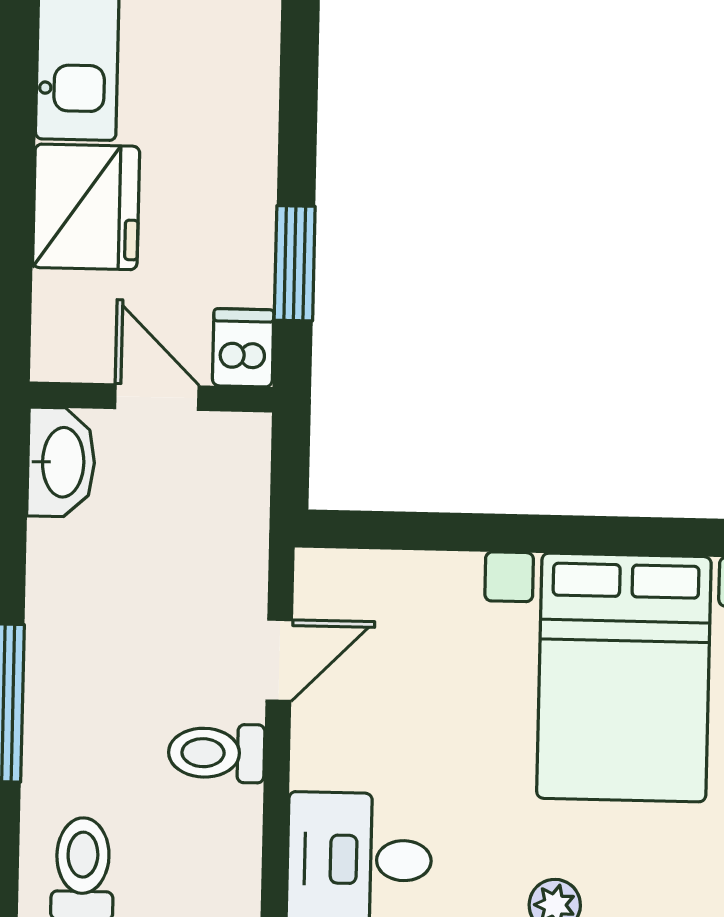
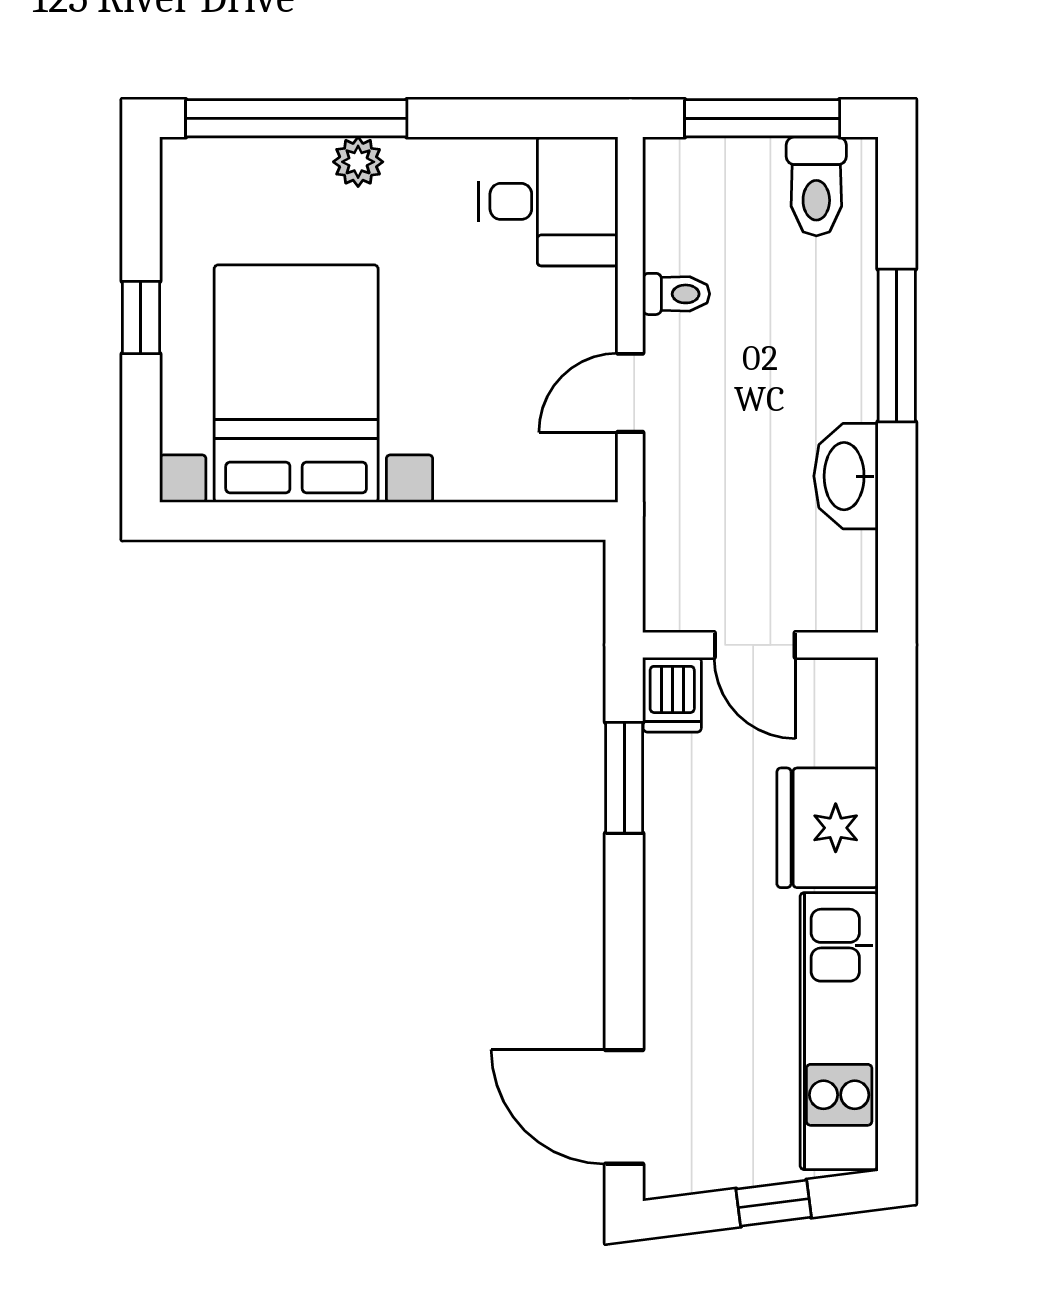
washbasin: (61, 462) -> (846, 476), moved
toilet: (216, 753) -> (676, 294), width x0.73, depth x0.72

